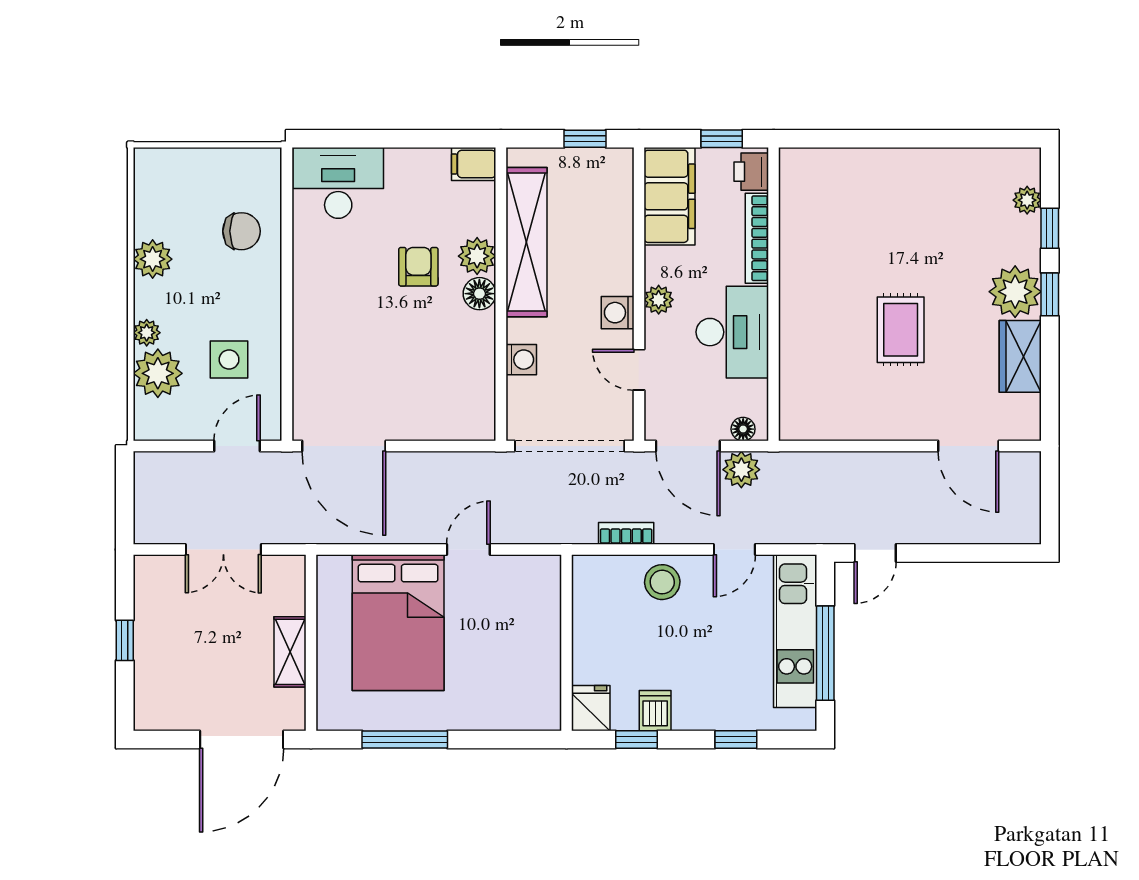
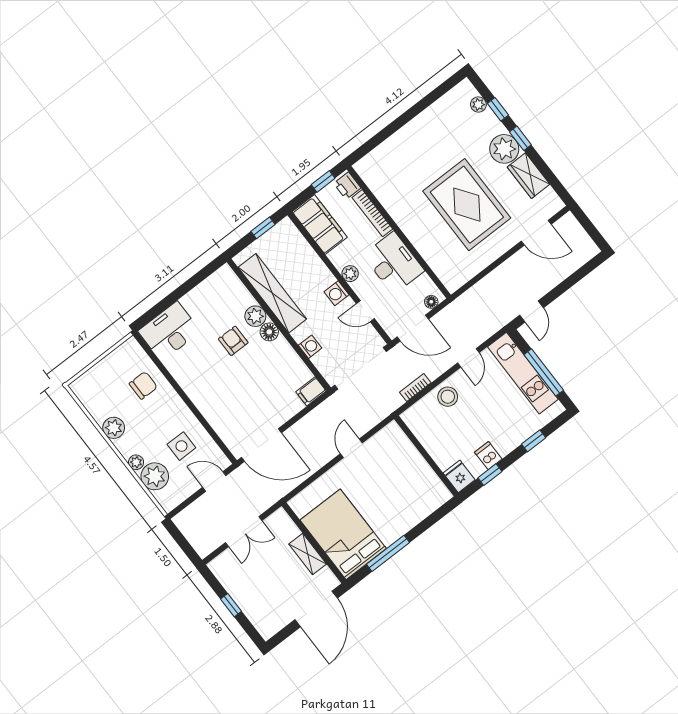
filing cabinet: (474, 164) -> (311, 391), moved
rug: (901, 330) -> (467, 205), width x1.86, depth x2.06
door: (237, 446) -> (214, 481), hinge flipped
plant: (741, 470) -> (444, 320), removed
bed: (398, 623) -> (343, 534), moved, turned 180

